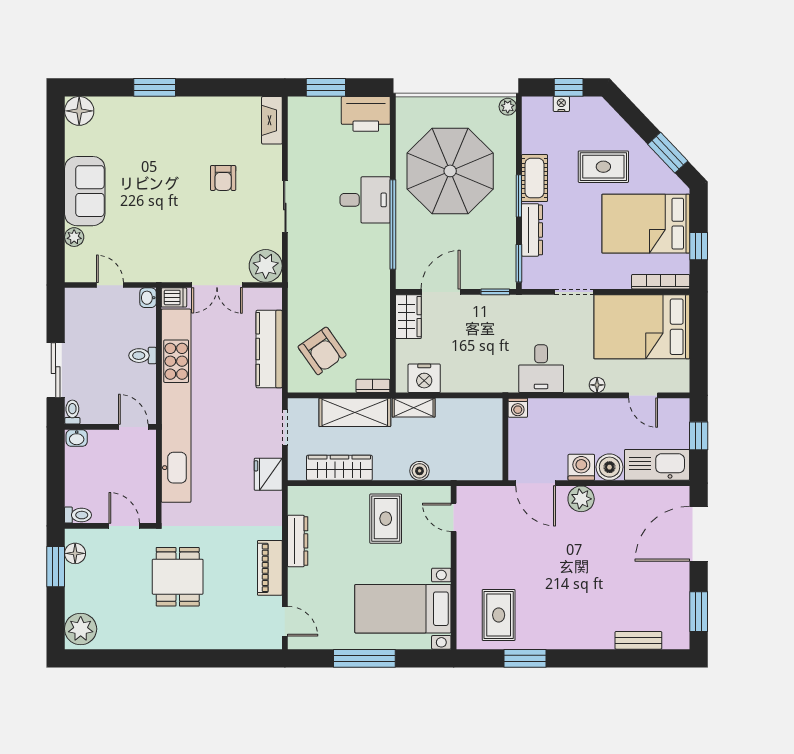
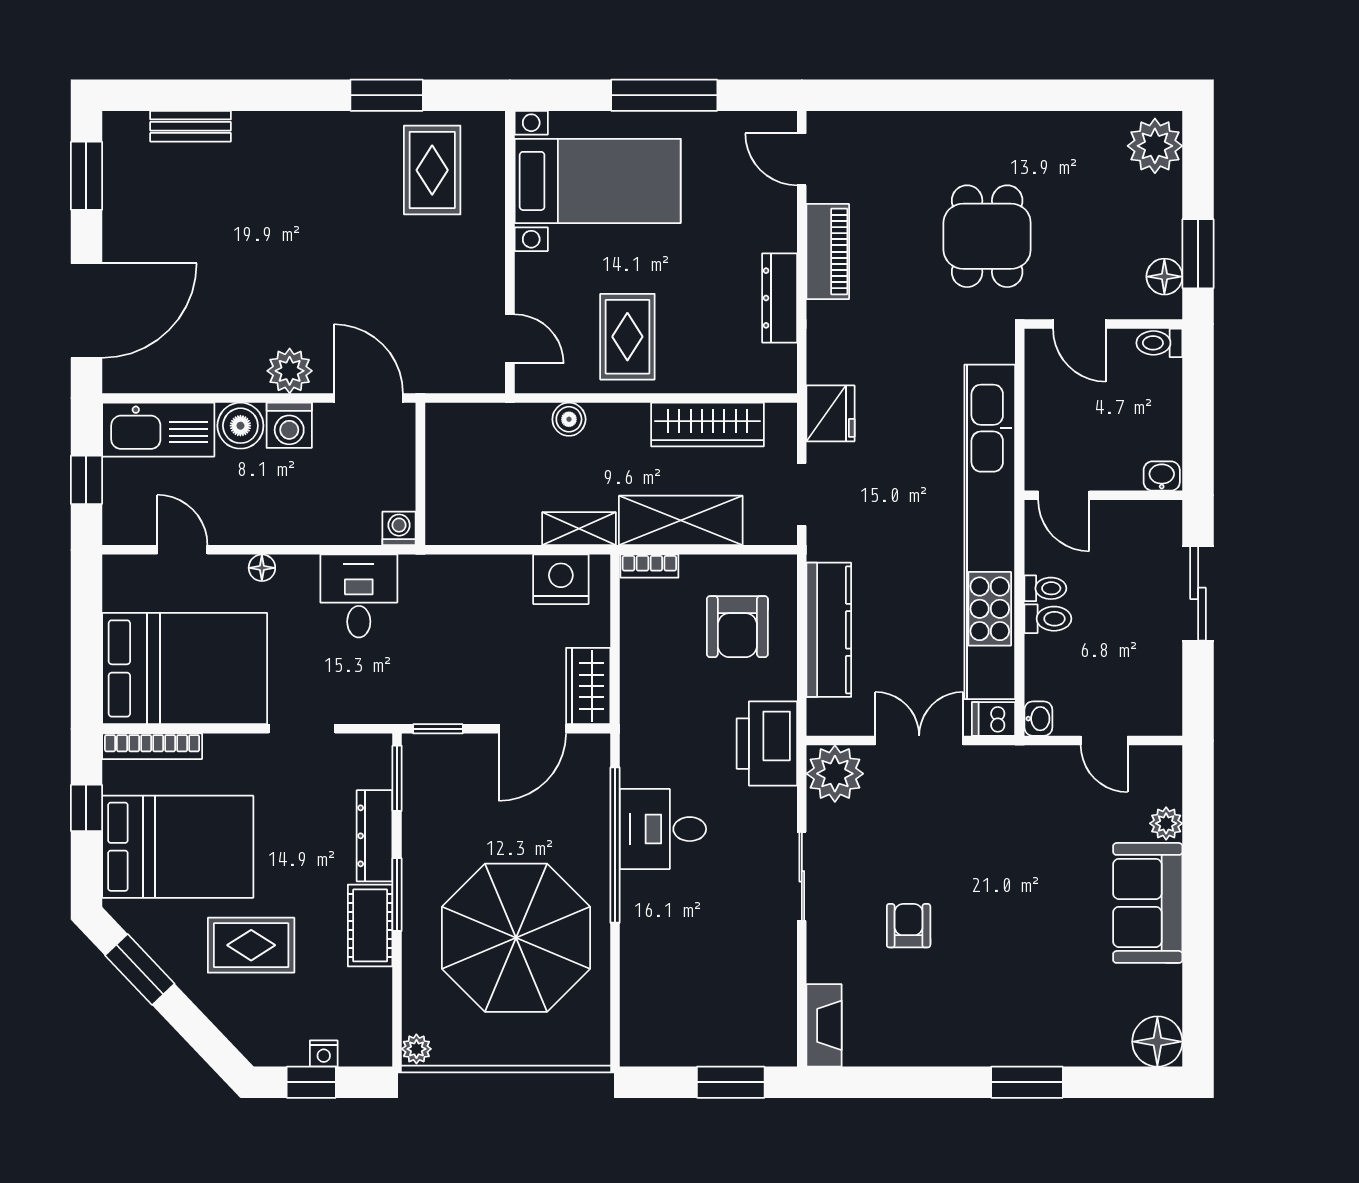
printer: (366, 114) -> (767, 744), moved, turned -90
desk: (365, 200) -> (663, 829), moved
armchair: (322, 351) -> (737, 627), turned -145
toilet: (72, 412) -> (1045, 588), moved, turned -90

